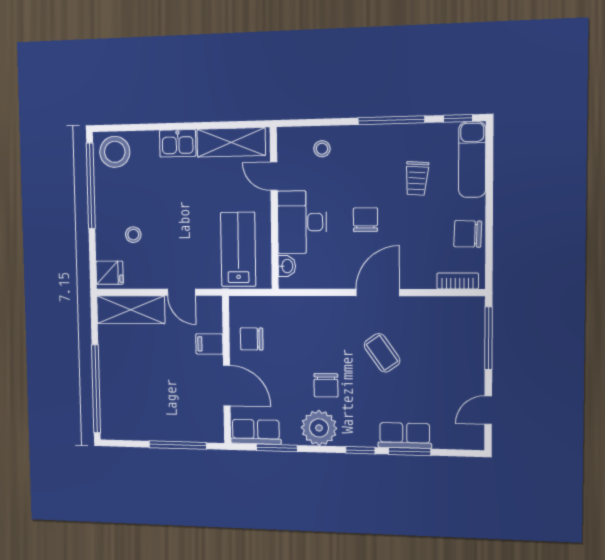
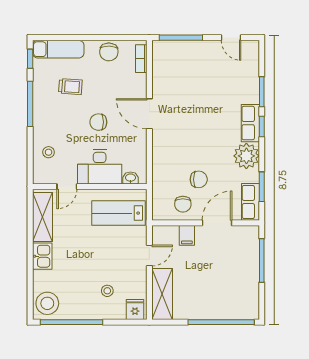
coffee table: (382, 353) -> (192, 111), removed
chair: (326, 385) -> (199, 179), moved
row of seats: (405, 436) -> (250, 123), moved

